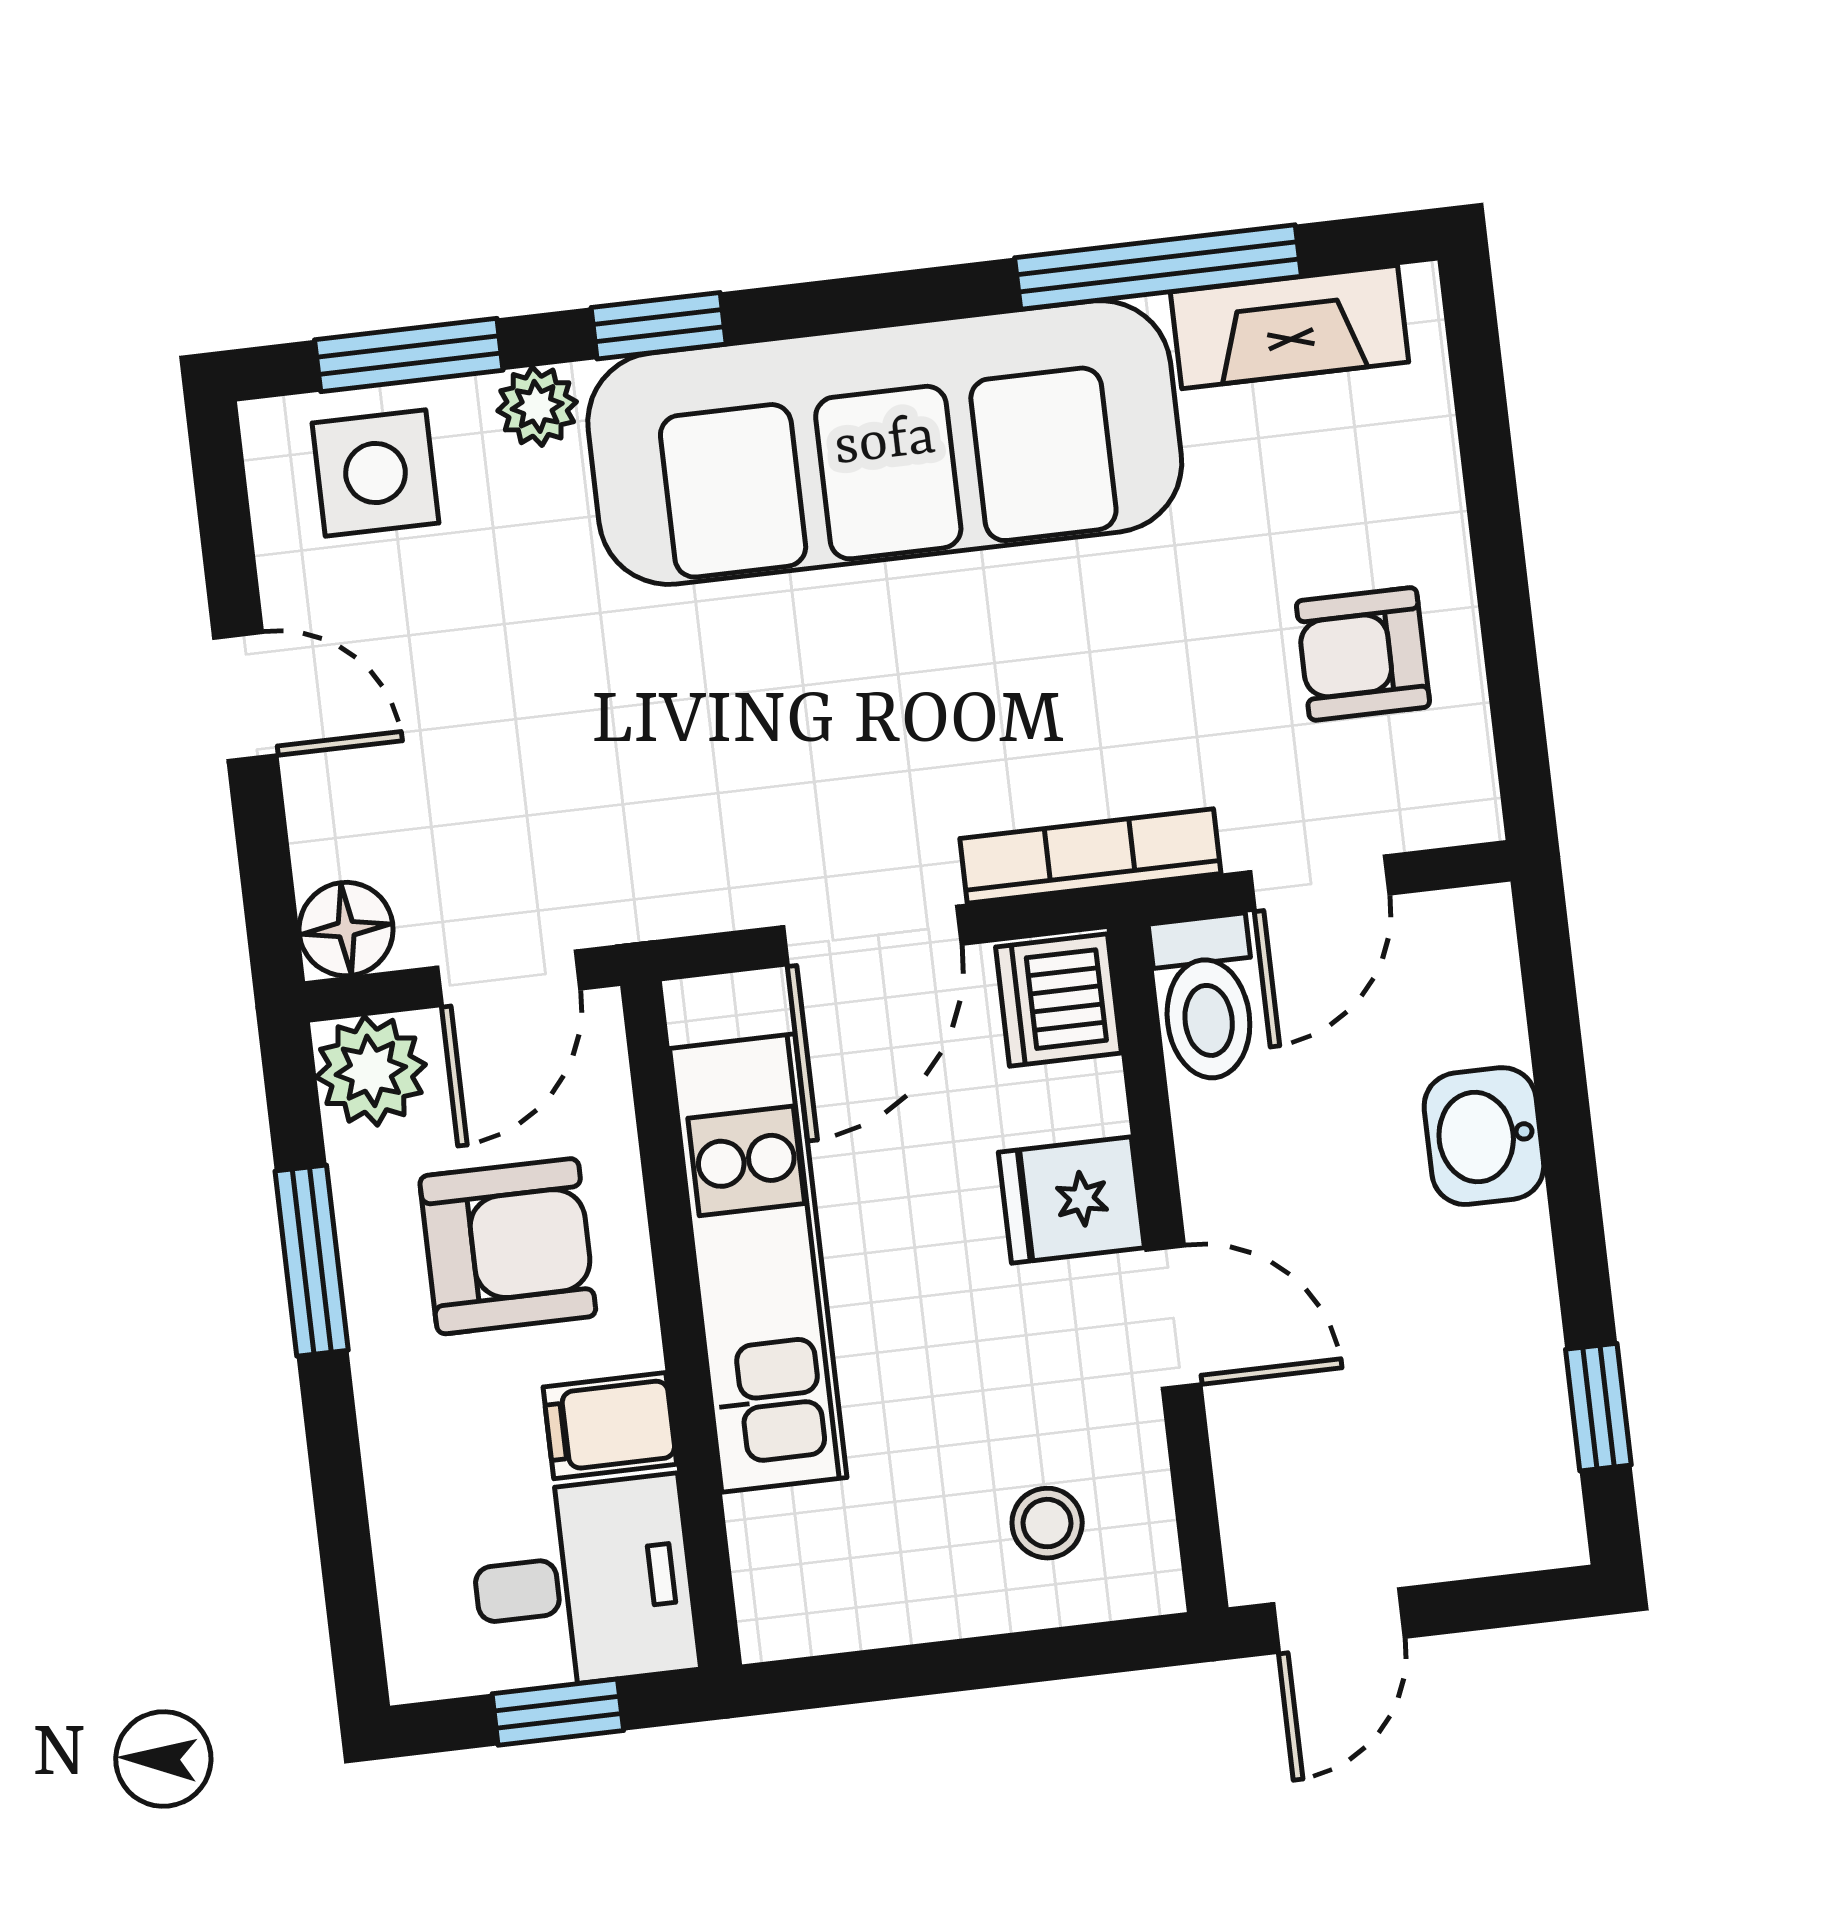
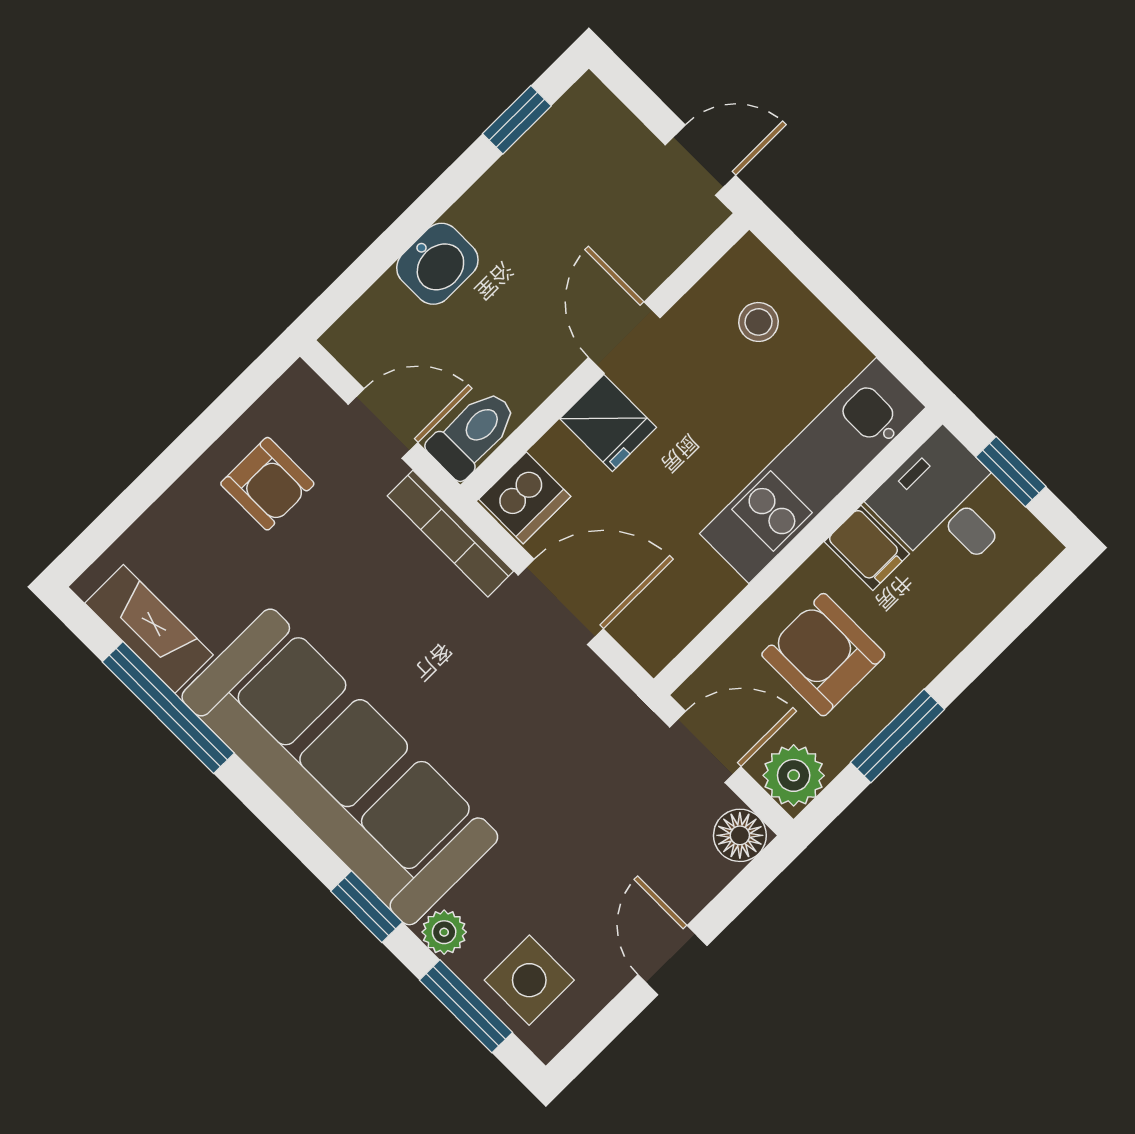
kitchen unit: (758, 1263) -> (813, 470), moved

